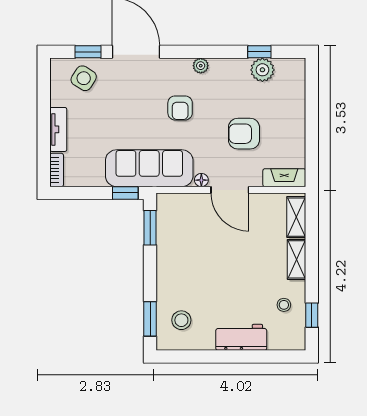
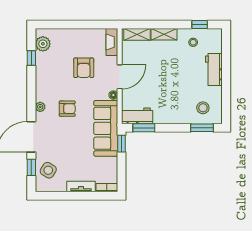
plant: (201, 66) -> (40, 107), moved
plant: (262, 70) -> (43, 44), moved
workbench: (169, 217) -> (137, 116), added

